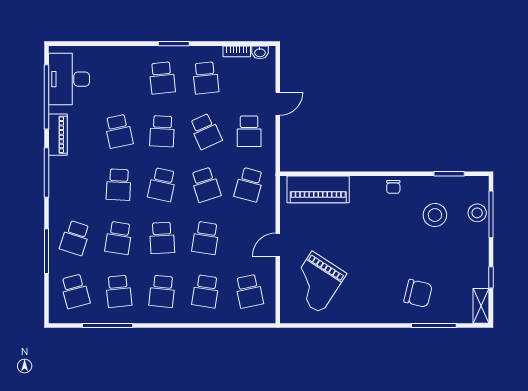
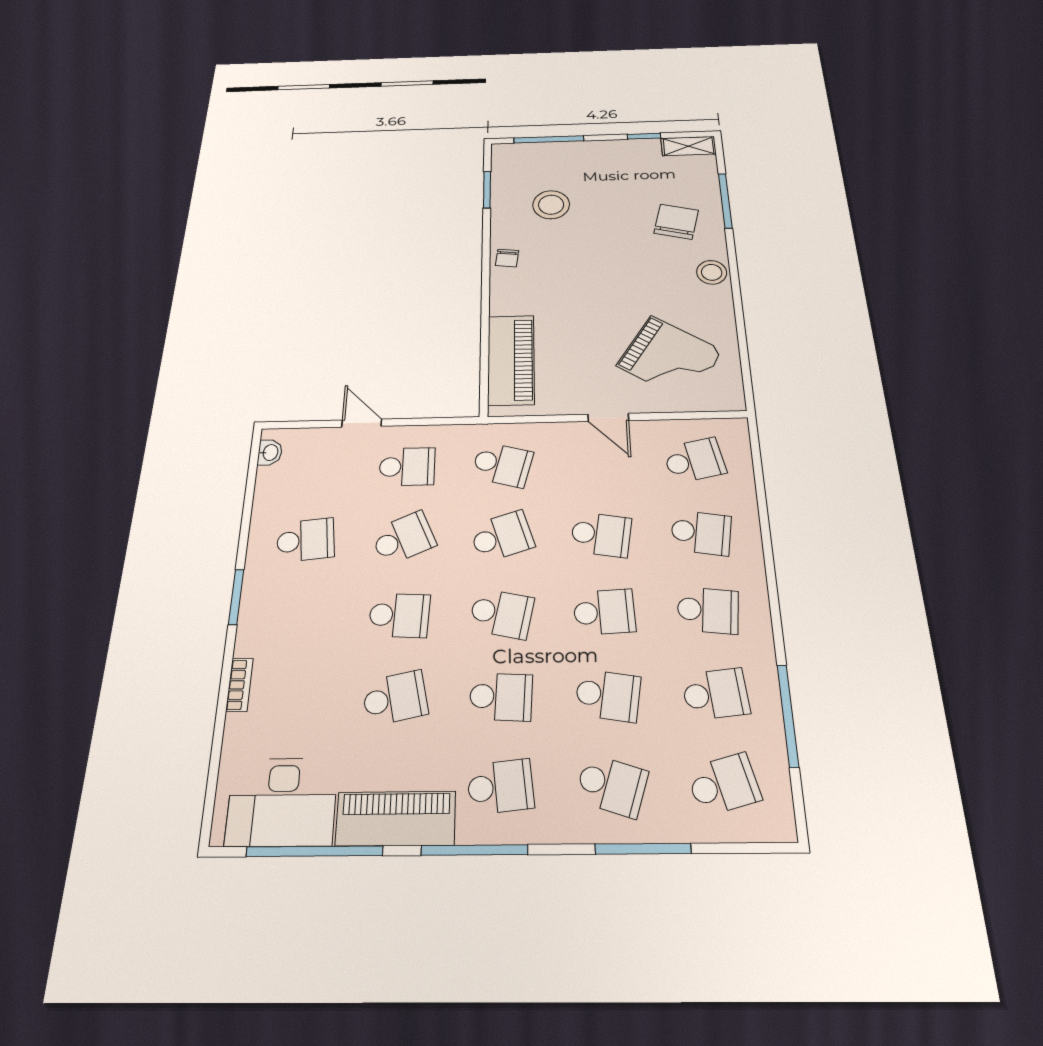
bookcase: (237, 51) -> (239, 685), moved
school desk: (162, 78) -> (500, 787), moved
piano: (58, 135) -> (396, 818), width x1.37, depth x1.33
chair: (393, 187) -> (507, 258), turned 97
stool: (477, 213) -> (712, 272), moved

